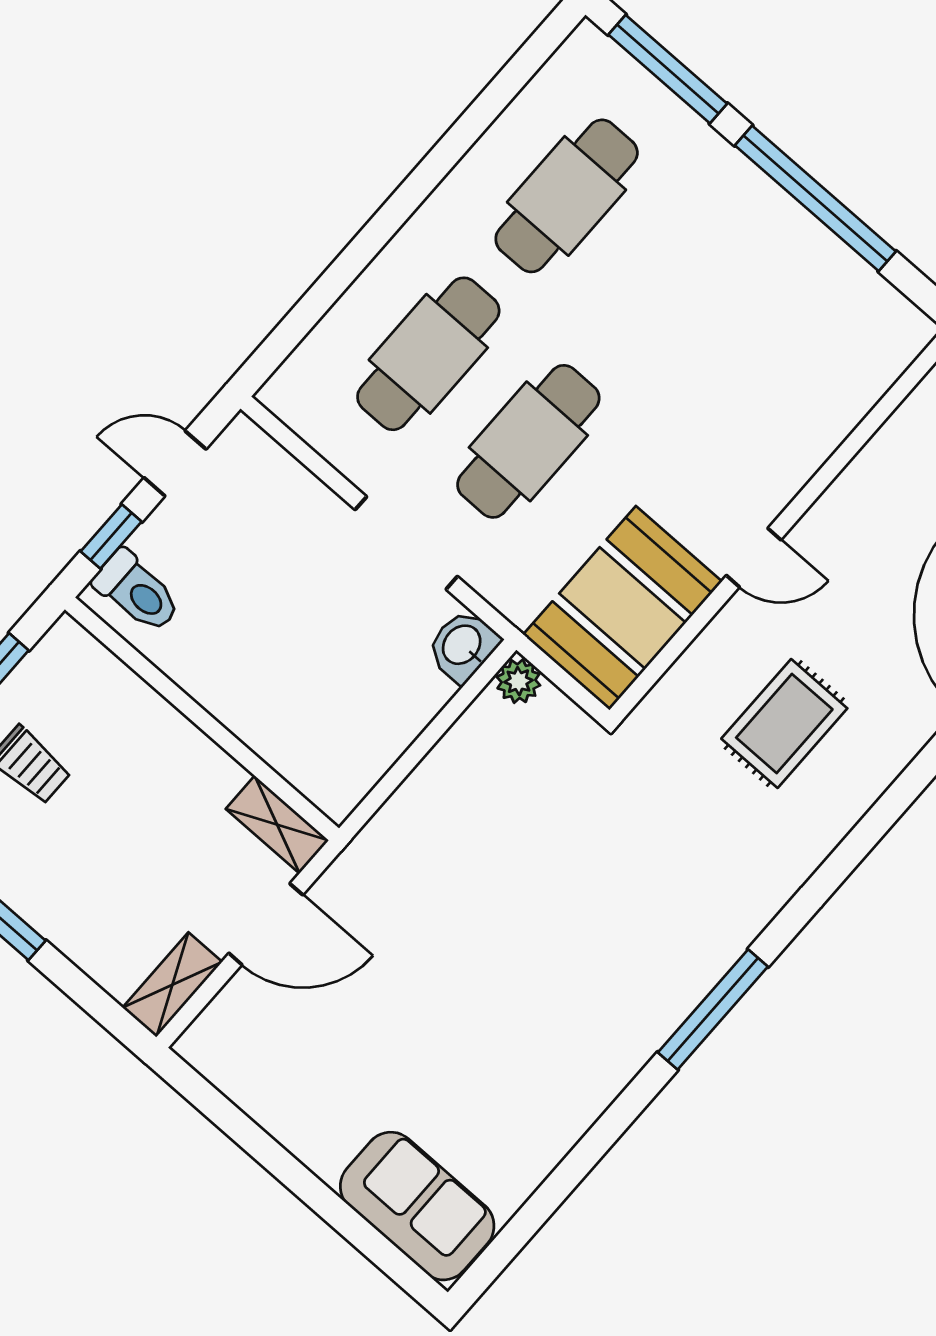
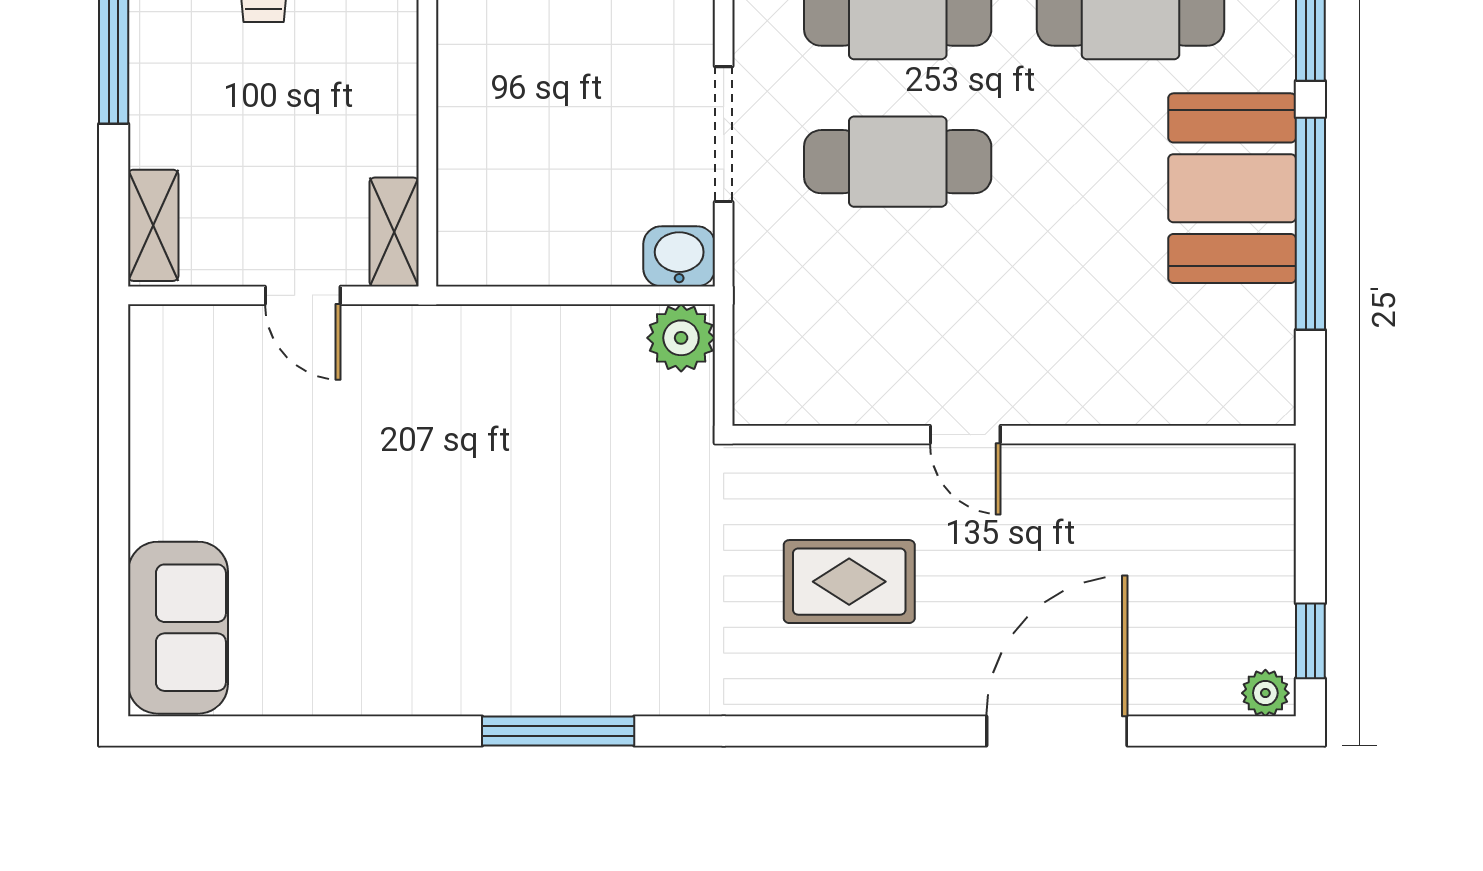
booth: (623, 608) -> (1232, 188), moved, turned 90
plant: (518, 681) -> (681, 338), width x1.38, depth x1.38
door: (266, 924) -> (303, 295), width x0.73
shelving: (172, 985) -> (153, 225), moved, turned 90

